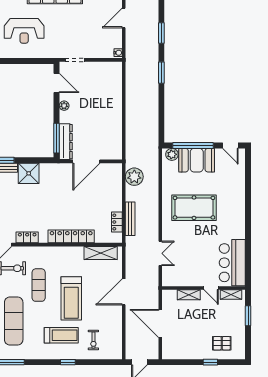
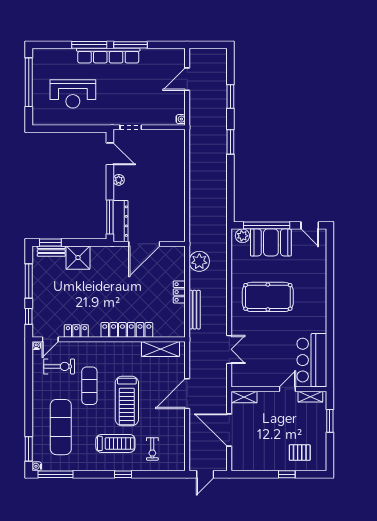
locker: (117, 222) -> (179, 292), moved
door: (211, 288) -> (287, 389), swing flipped
shelving: (189, 295) -> (244, 397), moved

